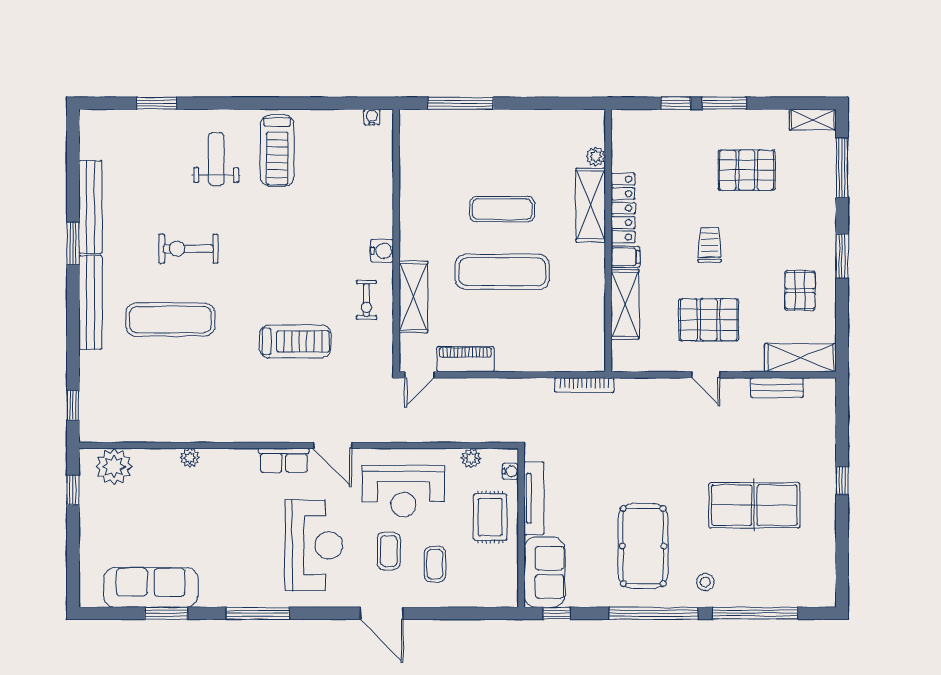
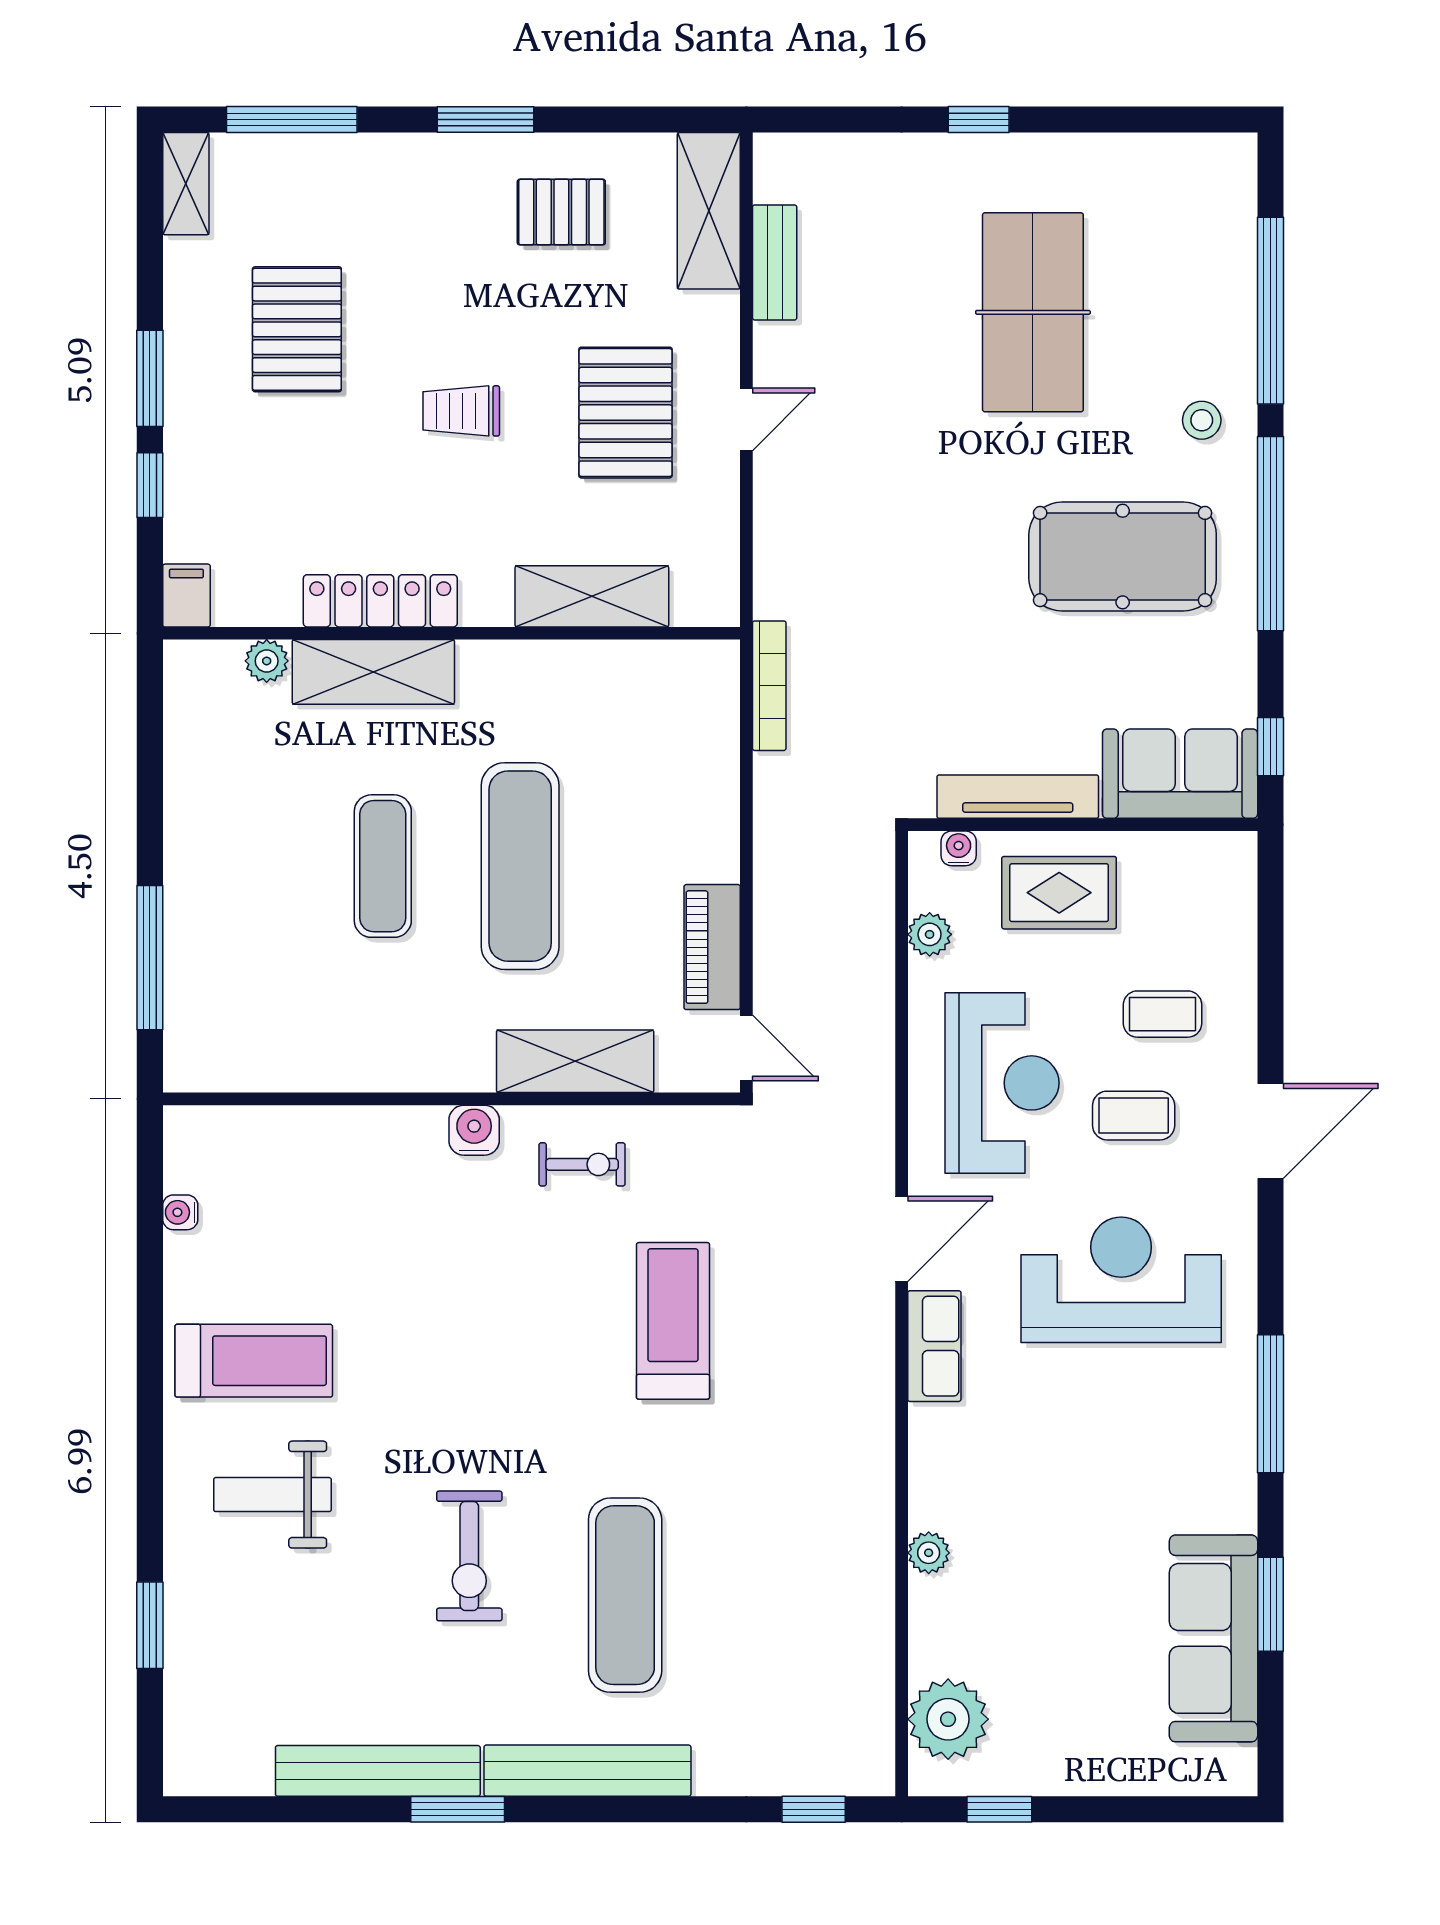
water cooler: (372, 117) -> (180, 1212), moved
filing cabinet: (625, 257) -> (186, 596), moved

